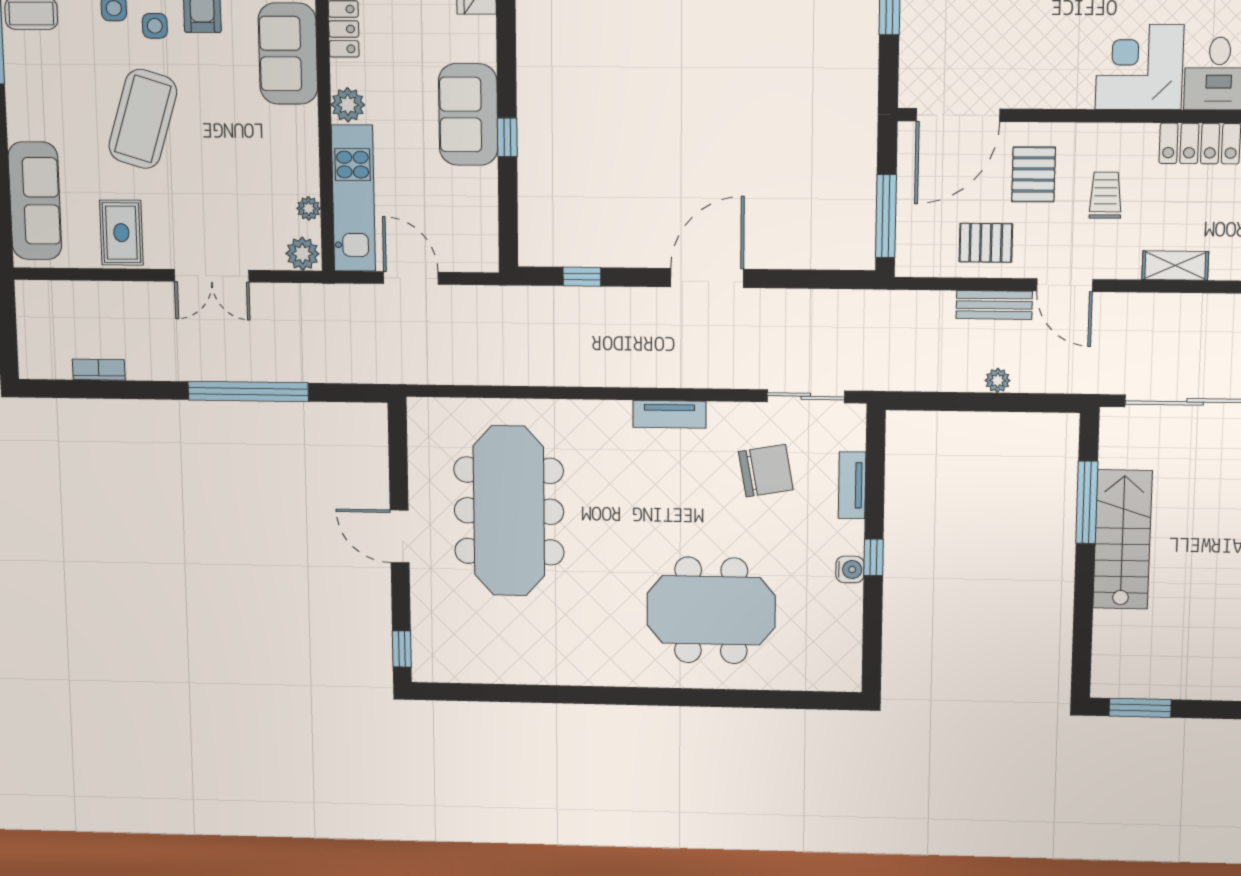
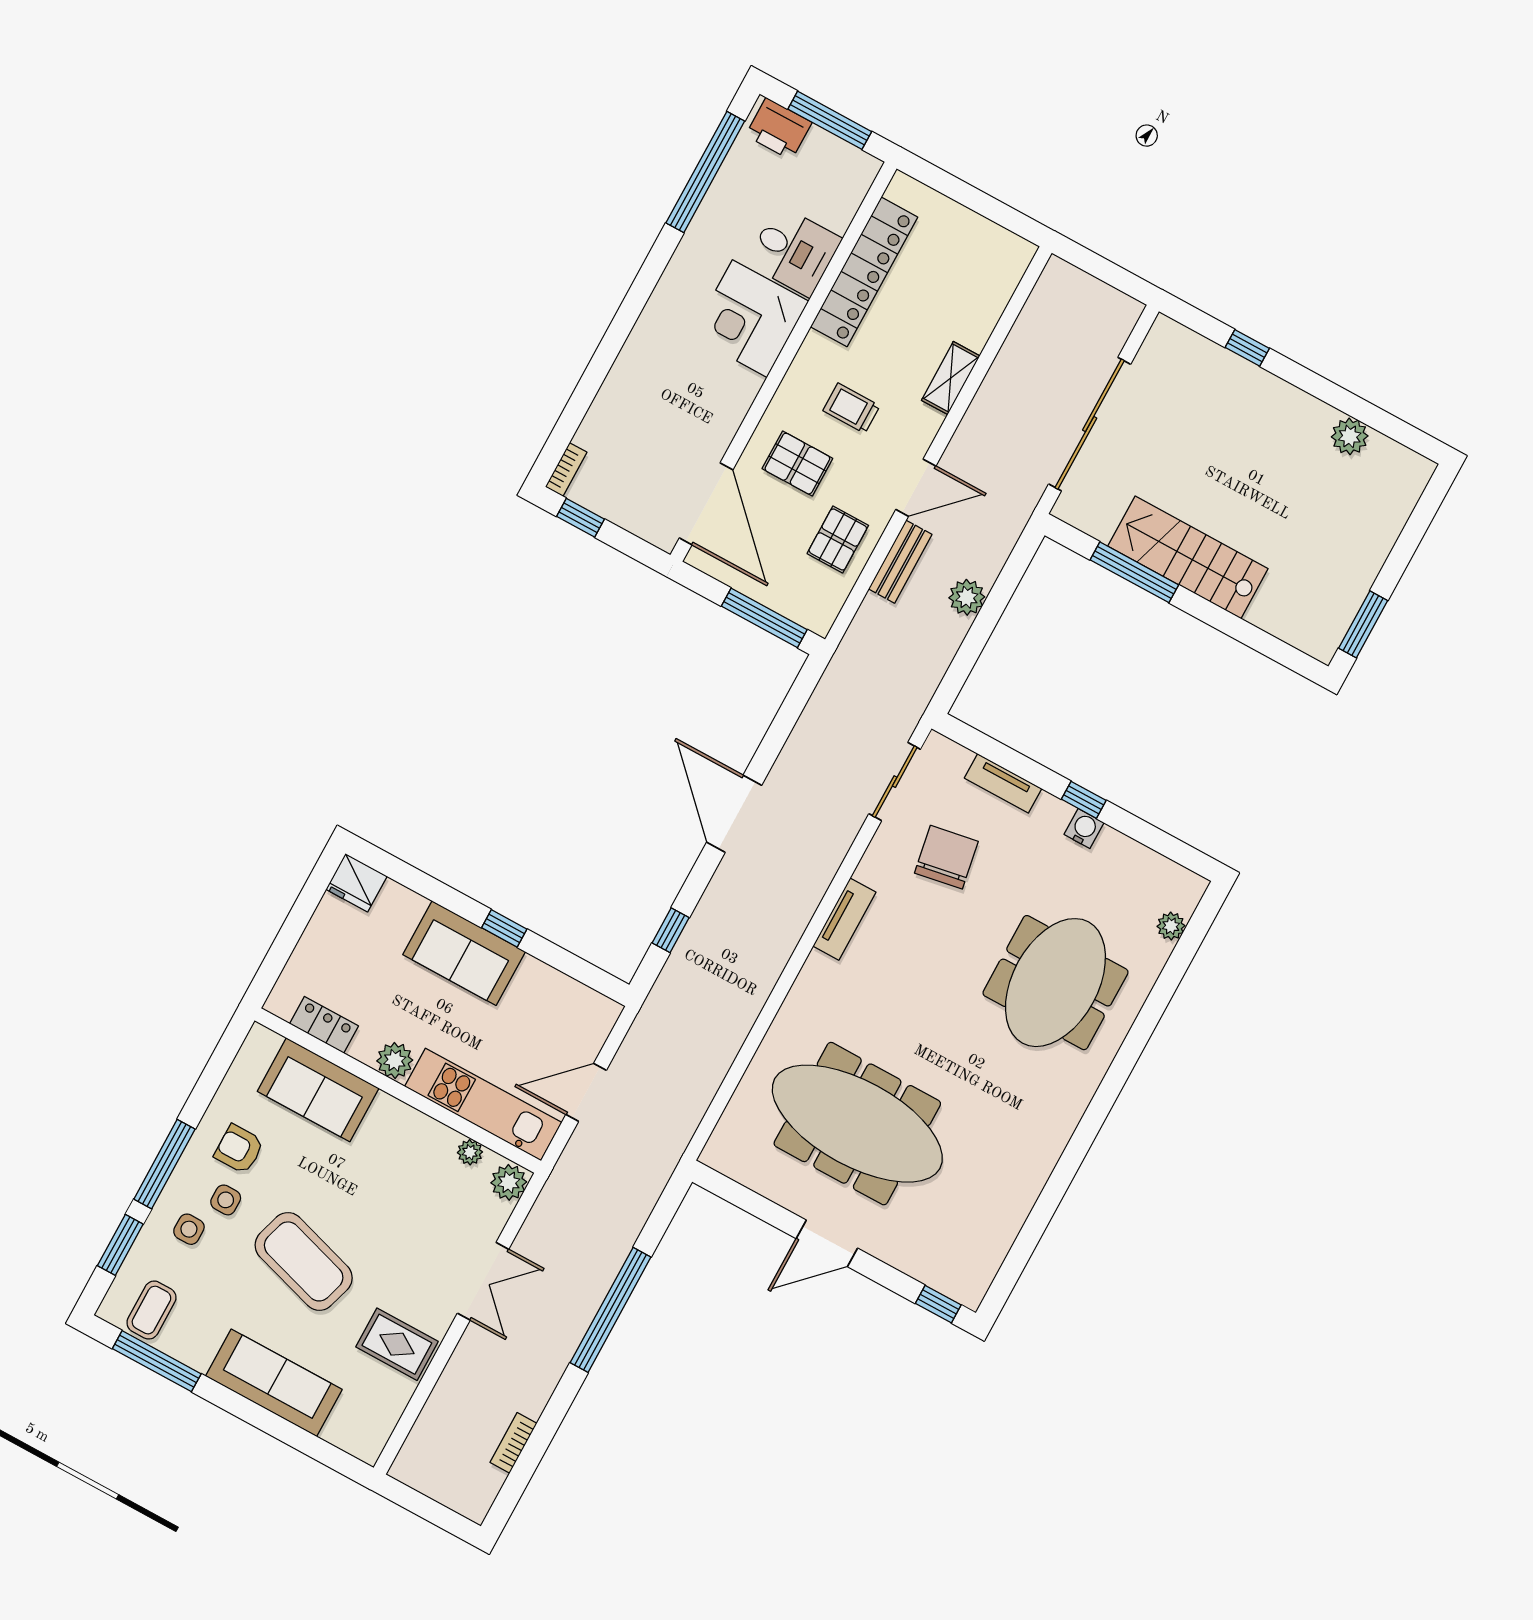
sofa: (35, 201) -> (274, 1383), moved
plant: (998, 380) -> (967, 597), width x1.38, depth x1.38
plant: (807, 679) -> (1171, 926), added

